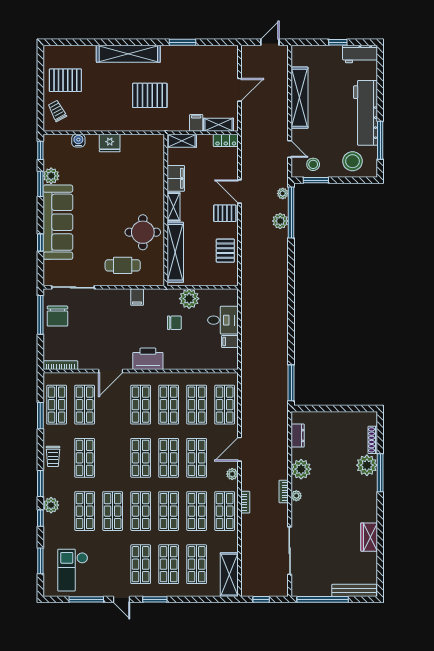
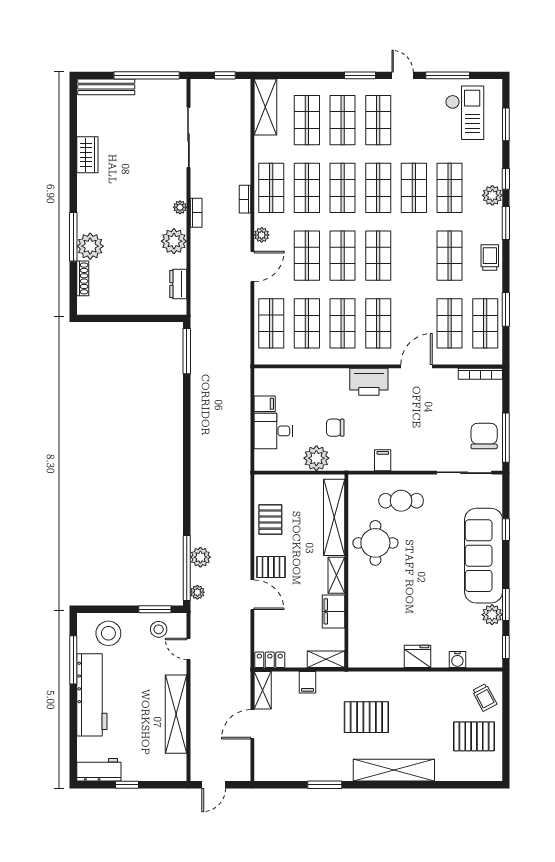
shelving: (219, 125) -> (263, 690), moved, turned 90

